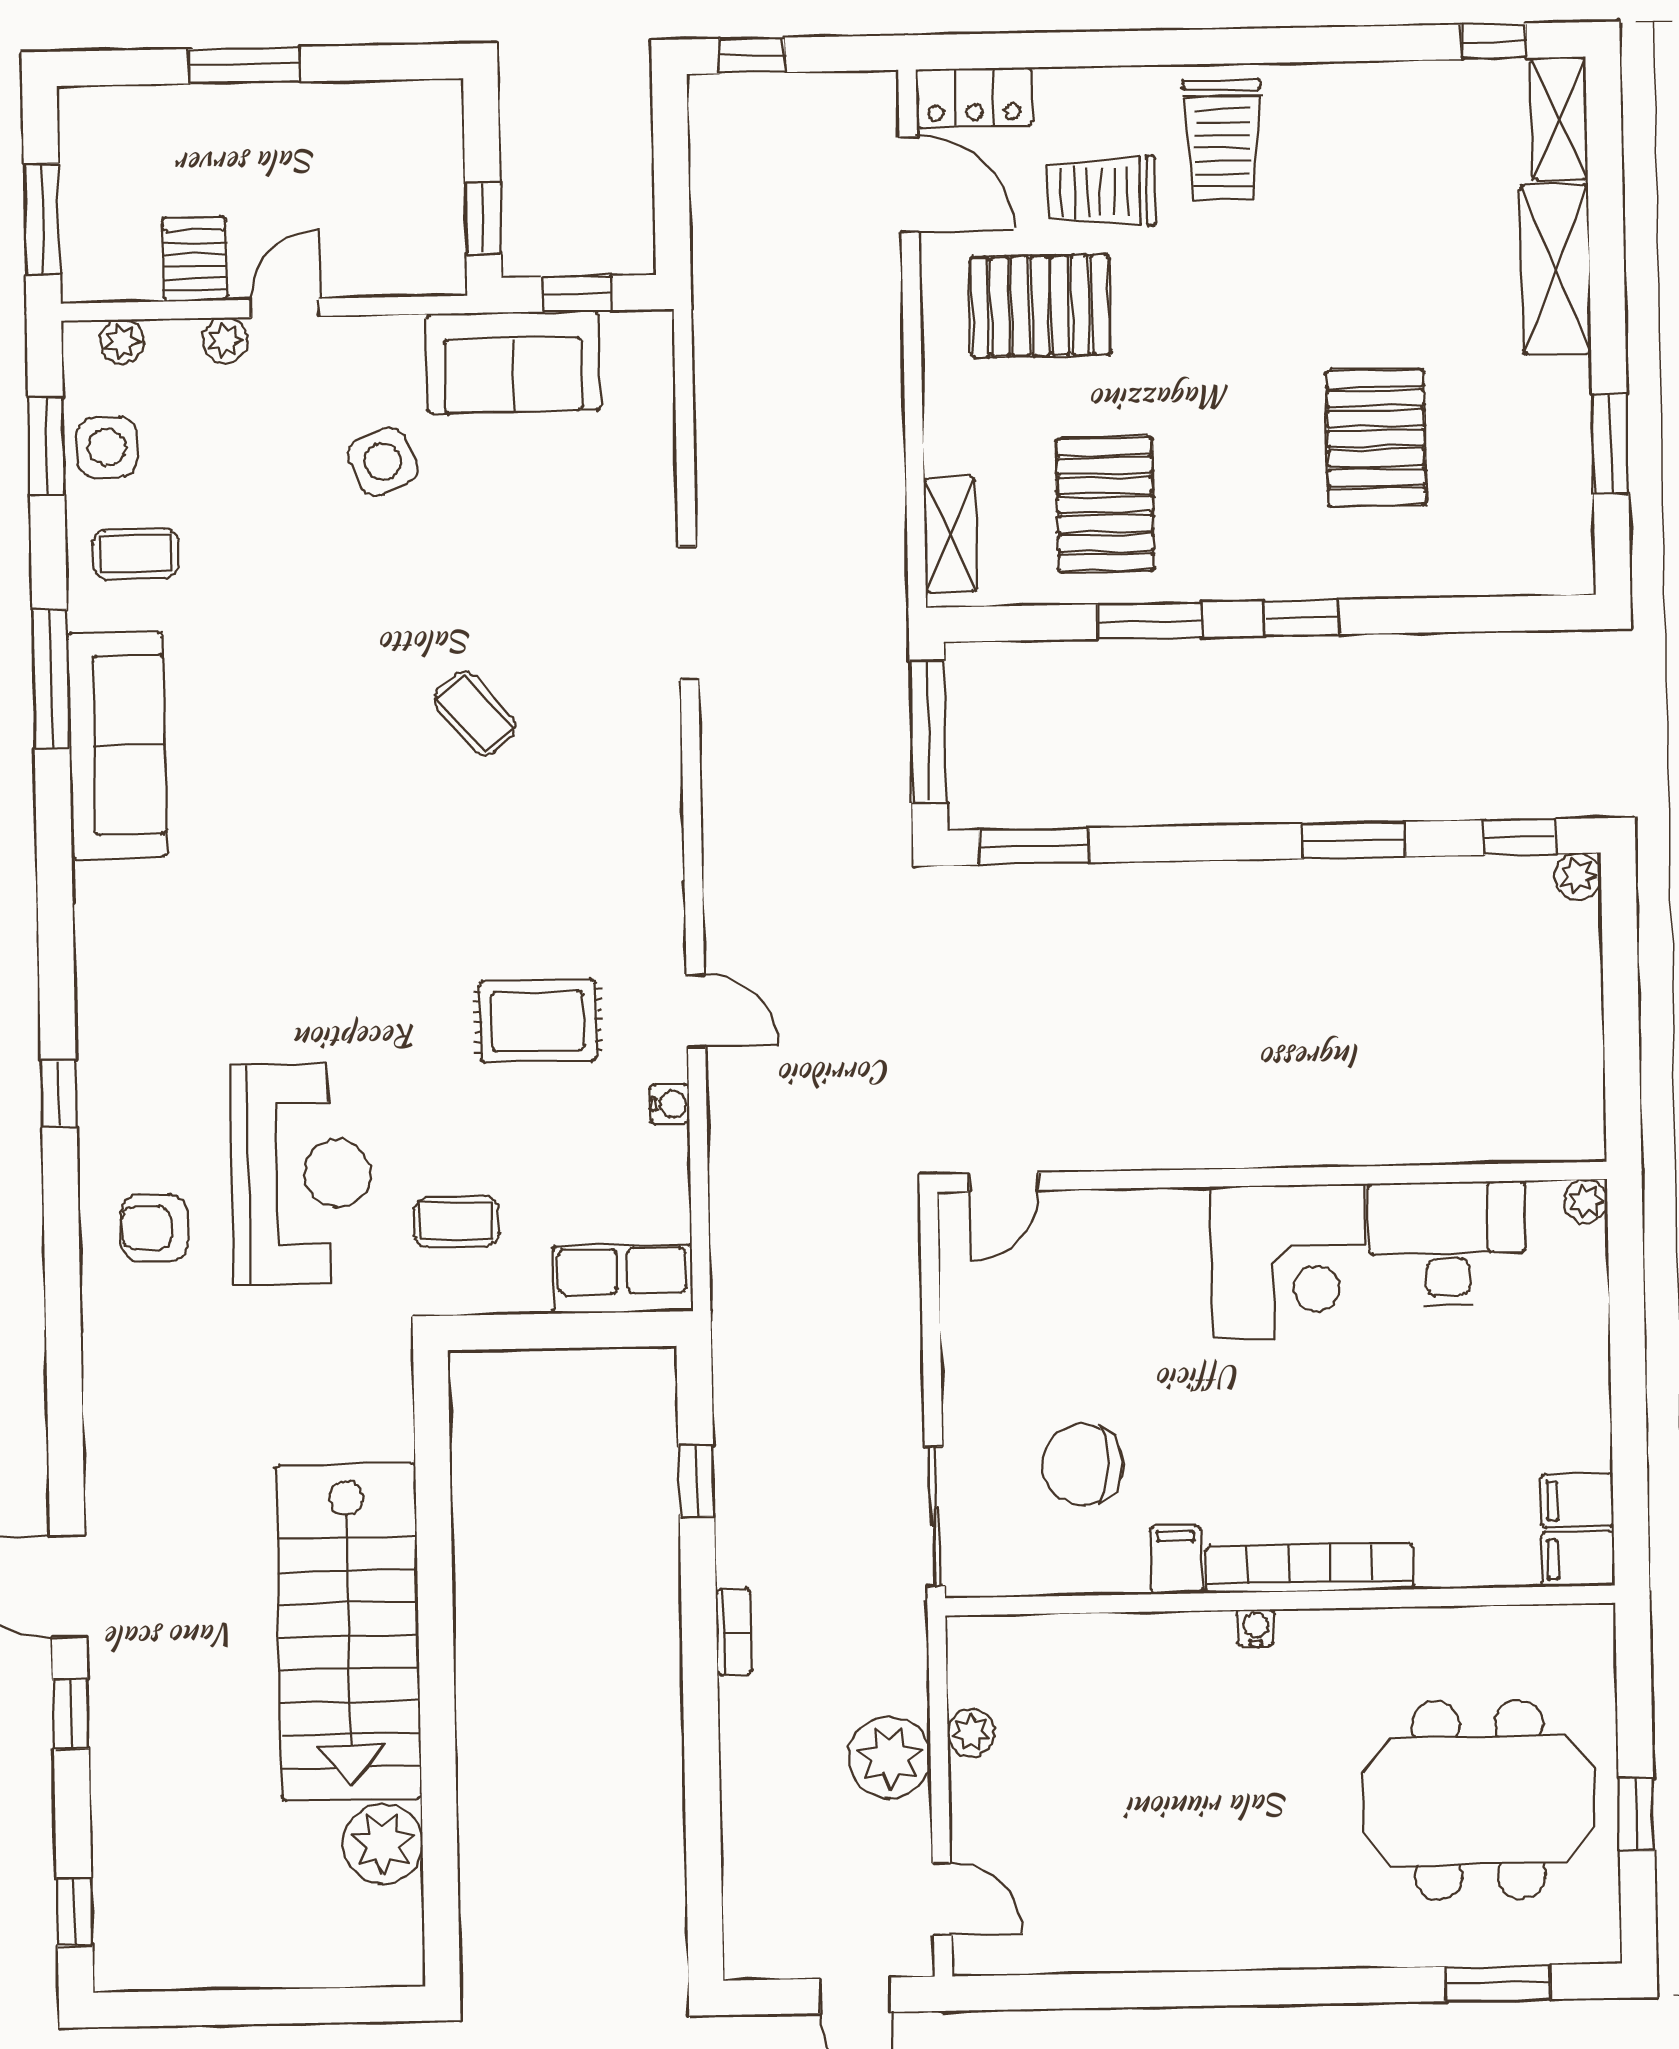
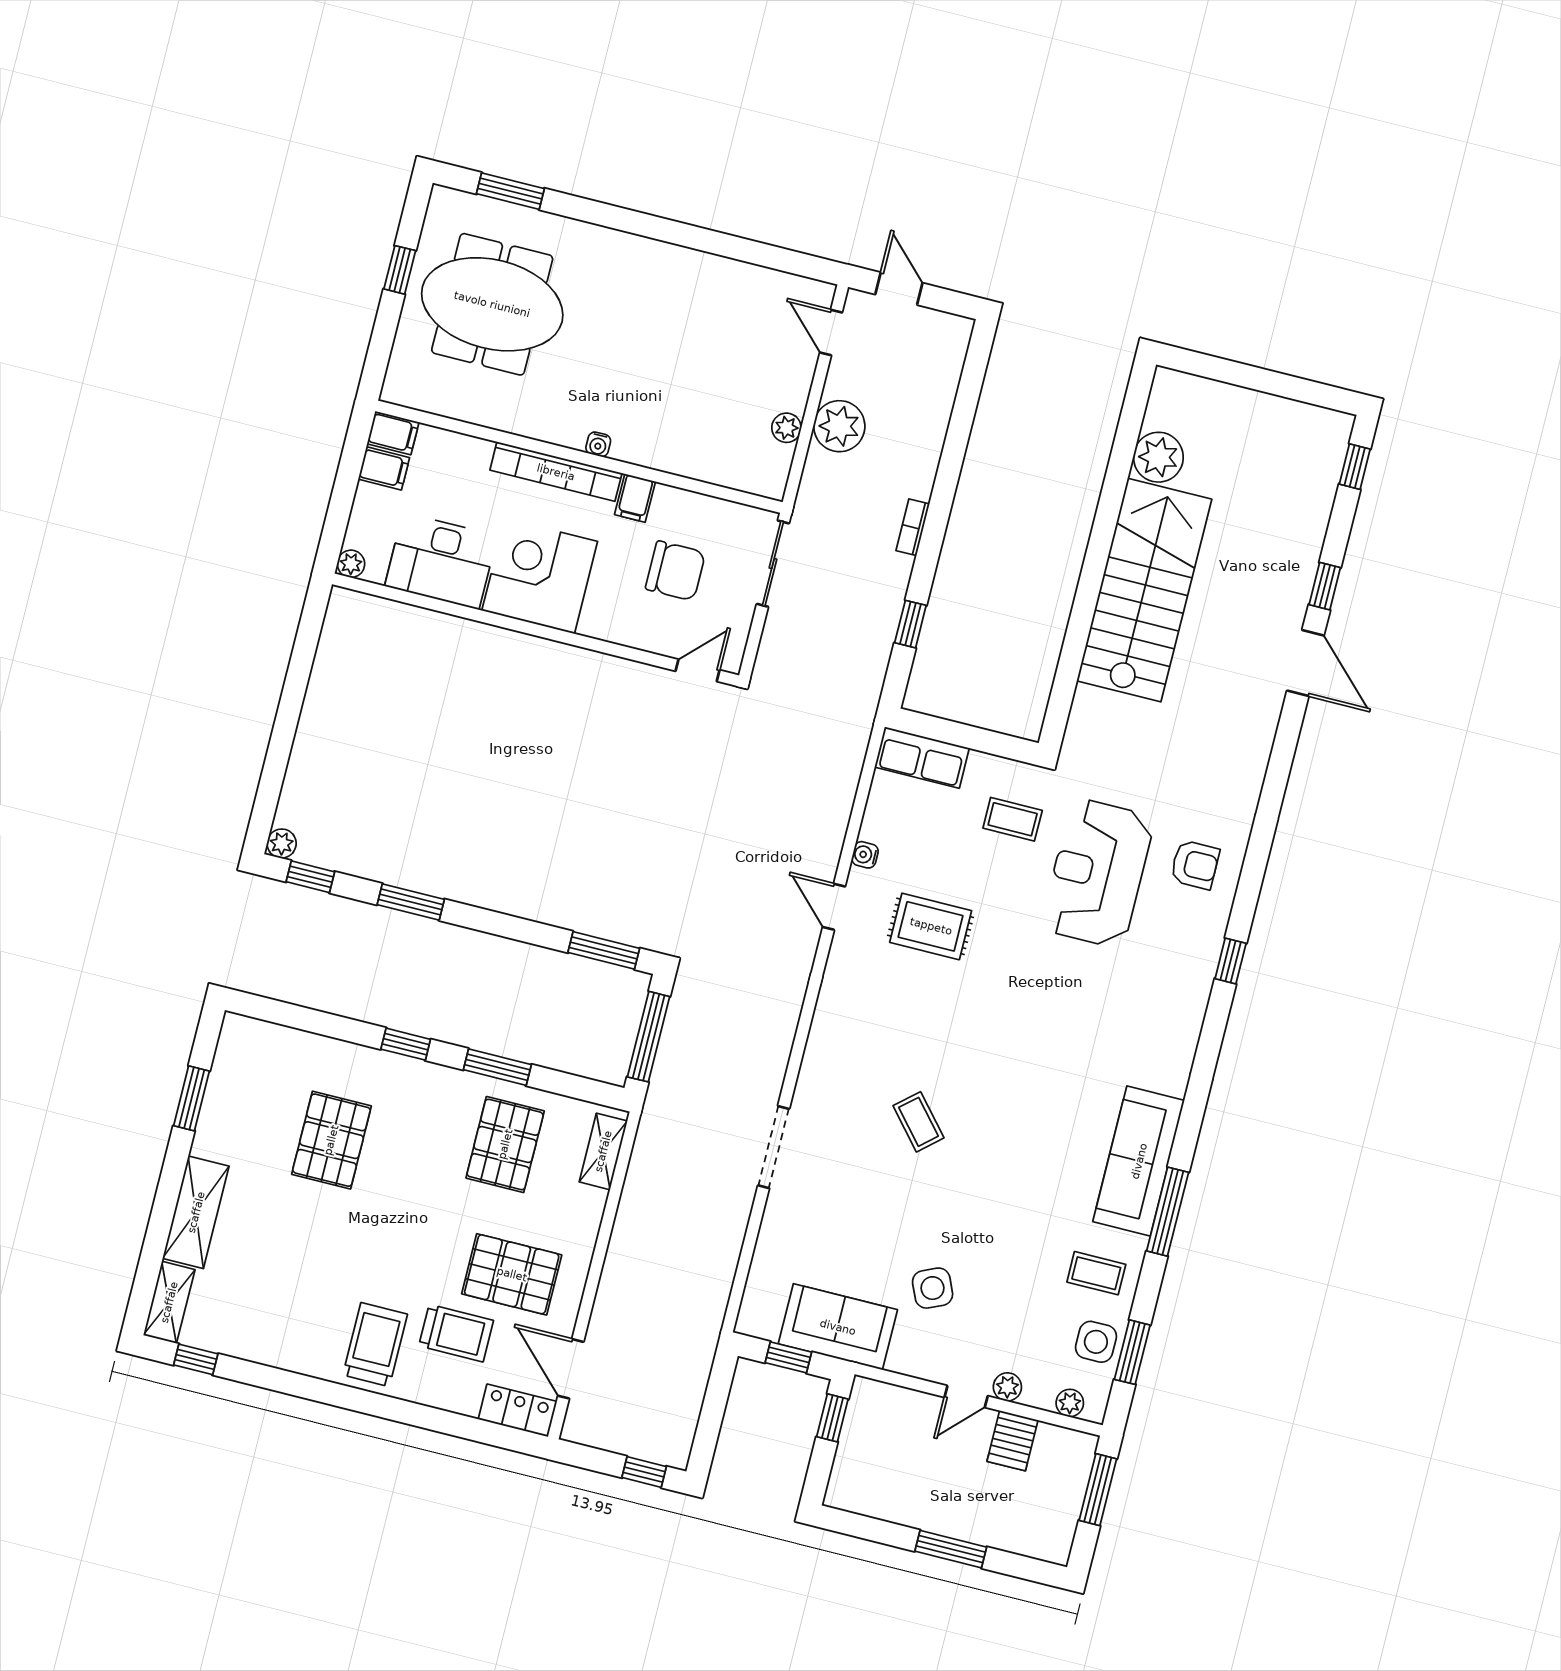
wall: (1272, 1177) -> (536, 630), moved
door: (1004, 1182) -> (698, 670), moved
plant: (1586, 1201) -> (351, 564), moved
desk: (1447, 1244) -> (441, 561), moved
corner desk: (1288, 1262) -> (540, 576), moved

